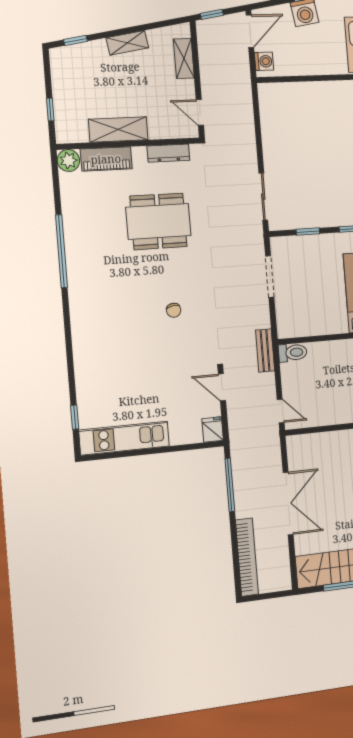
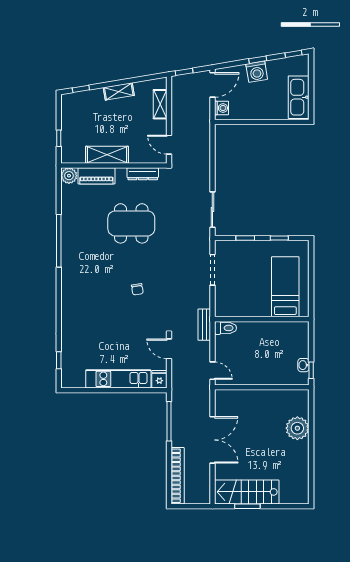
kitchen unit: (124, 438) -> (118, 379), moved

